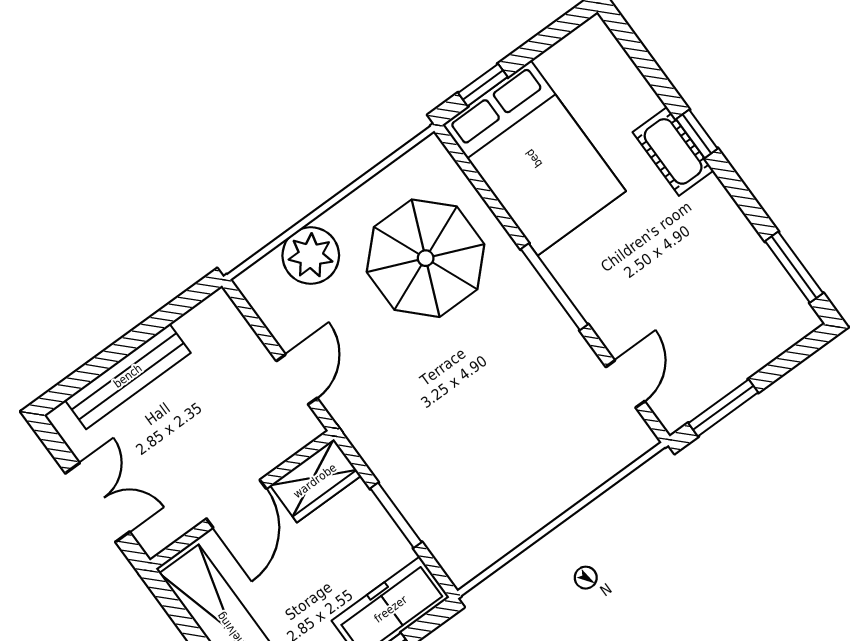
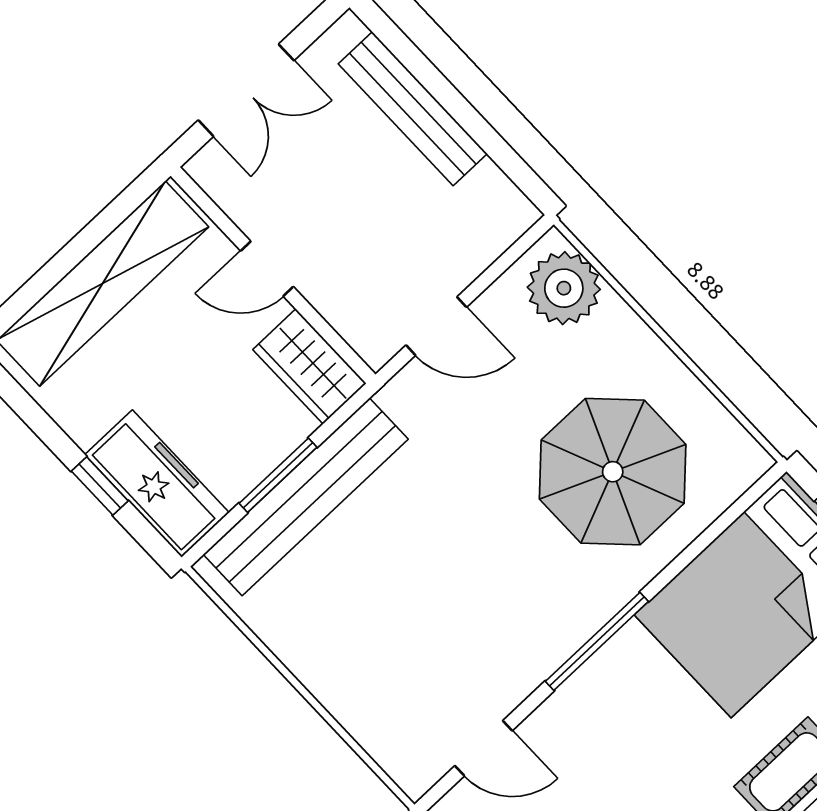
plant: (311, 256) -> (564, 288), moved
bench: (415, 496) -> (306, 497), added
door: (236, 504) -> (267, 269), width x0.73

